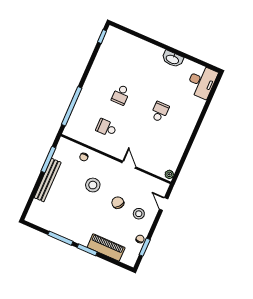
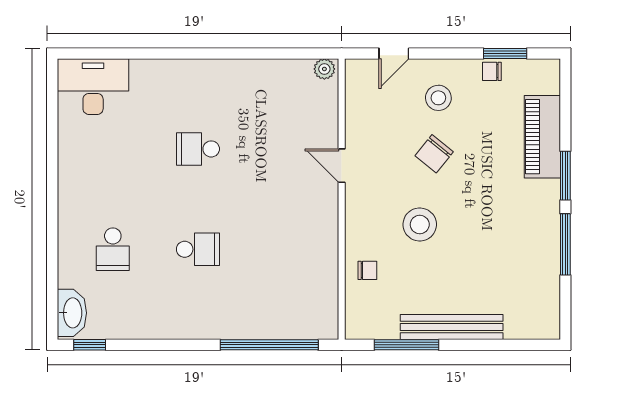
washbasin: (173, 59) -> (72, 313), moved
school desk: (106, 128) -> (113, 249), moved
door: (129, 165) -> (342, 166), hinge flipped

